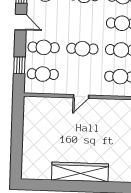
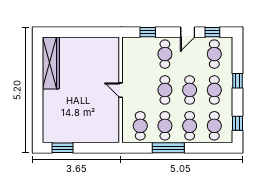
cafe table: (43, 74) -> (190, 90), moved
wardrobe: (80, 172) -> (51, 63), moved

